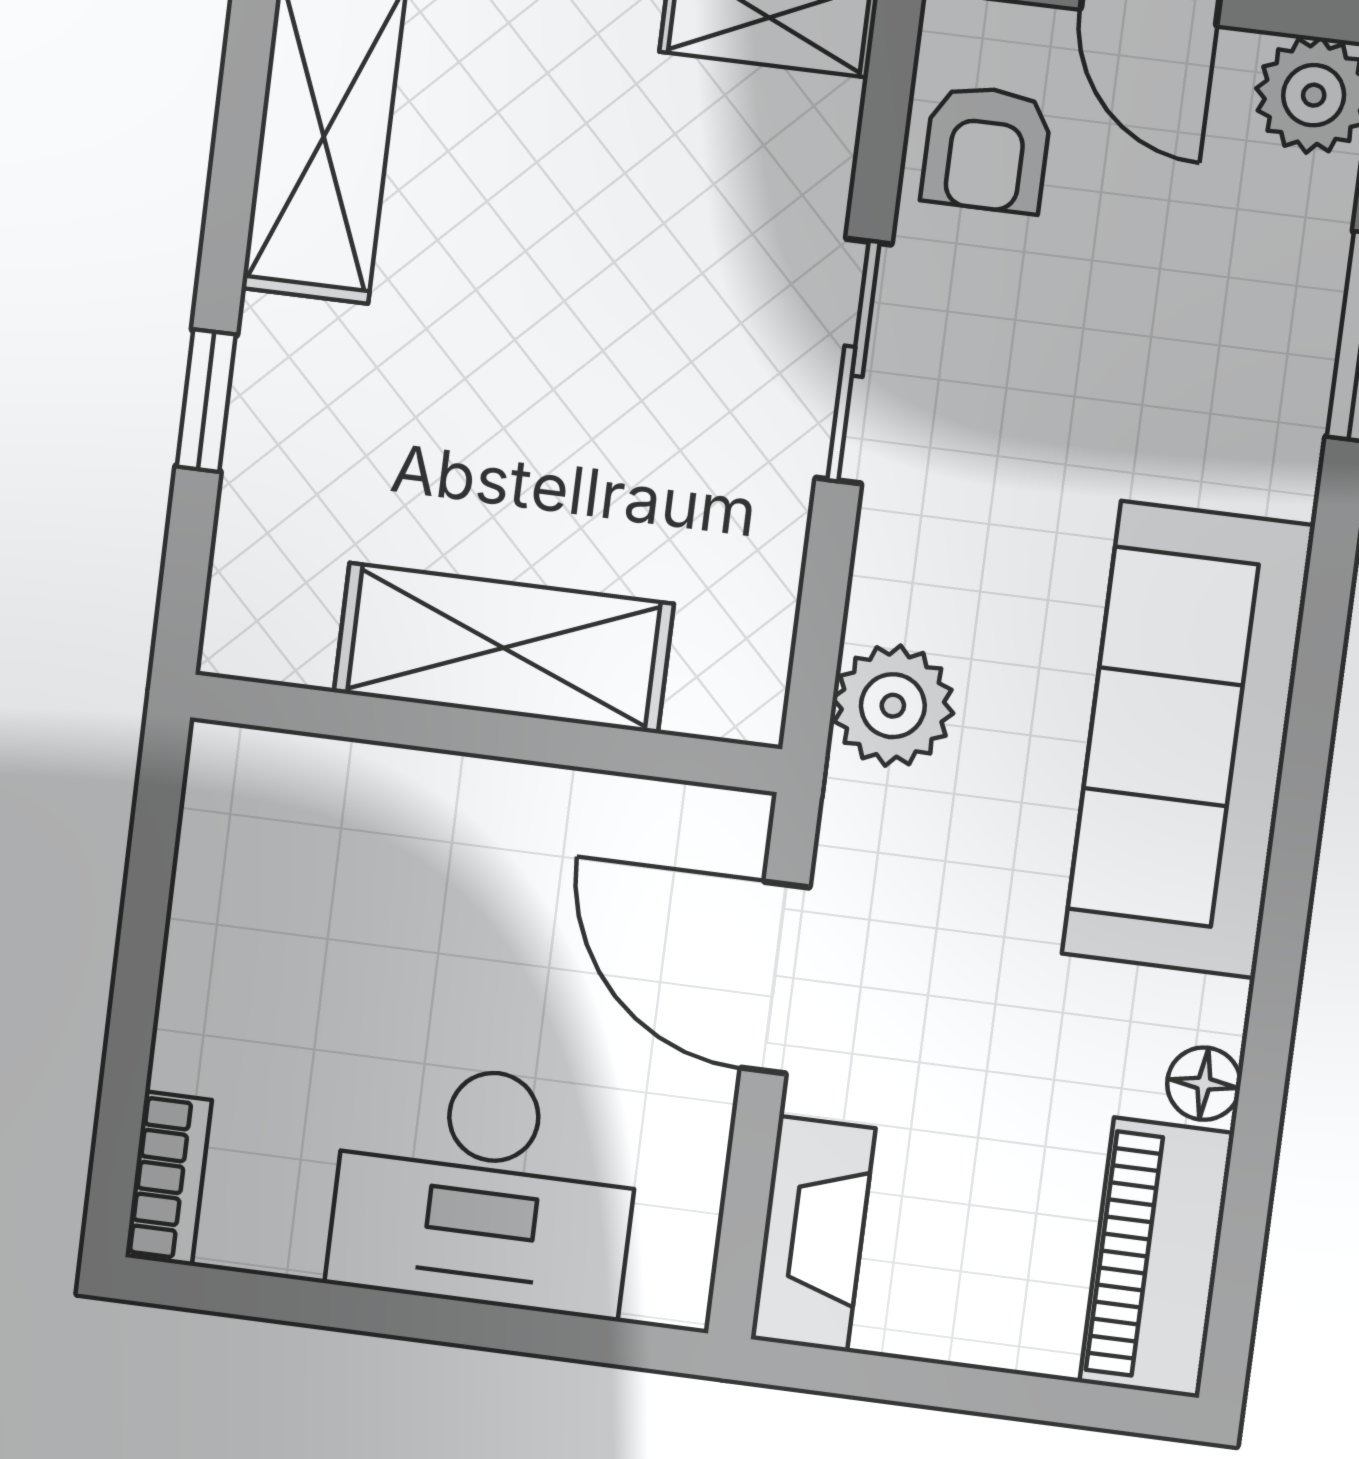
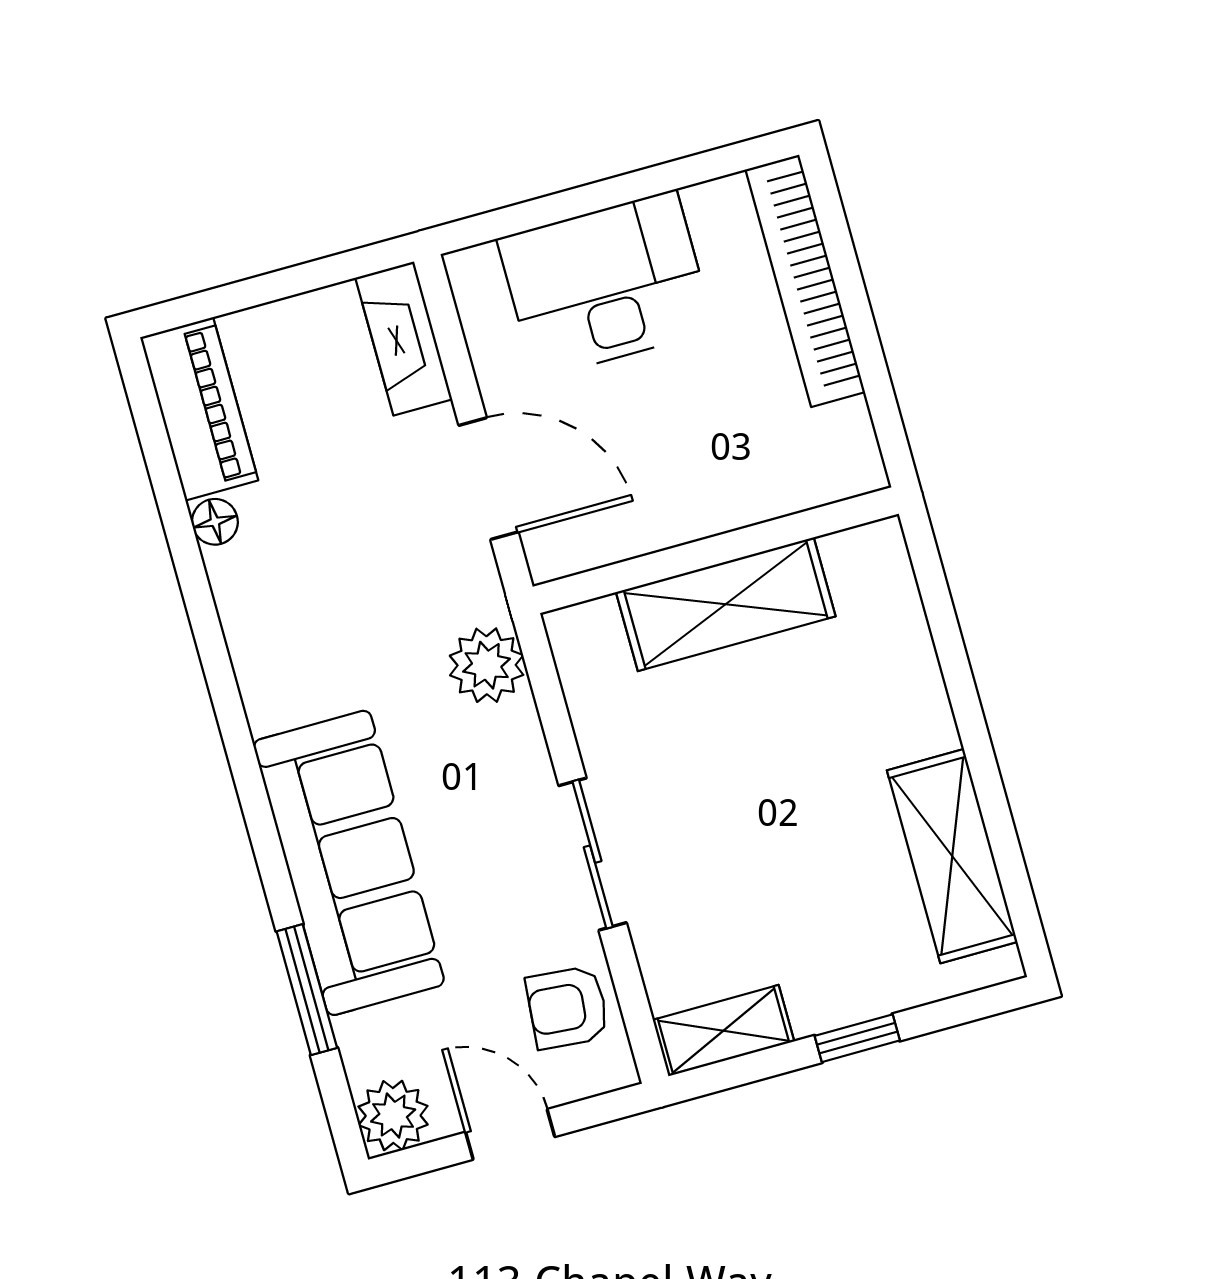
armchair: (986, 149) -> (567, 1007), turned -85
window: (206, 401) -> (958, 675), removed
sofa: (1188, 740) -> (349, 863), moved
bookcase: (168, 1179) -> (805, 281), width x2.31, depth x1.31

